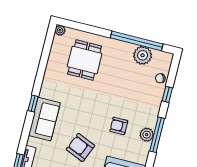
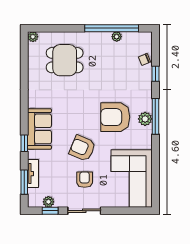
plant: (143, 55) -> (117, 37), width x0.53, depth x0.53
dining table: (85, 60) -> (65, 60), turned 90
window: (33, 103) -> (24, 143), moved
armchair: (119, 126) -> (115, 117), width x1.88, depth x1.88

